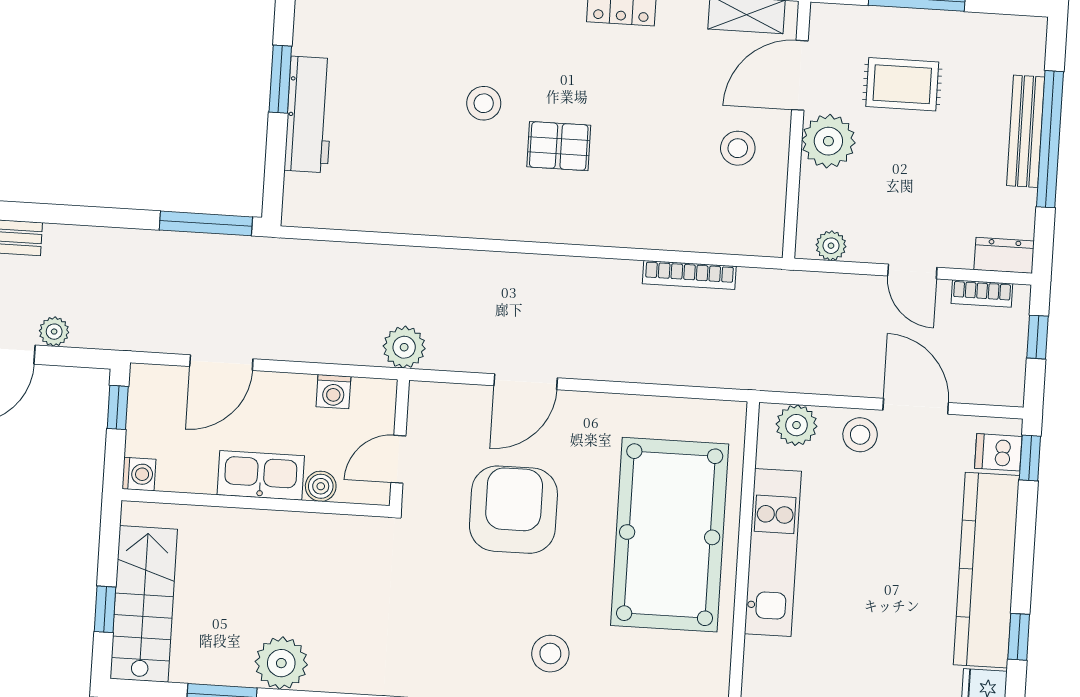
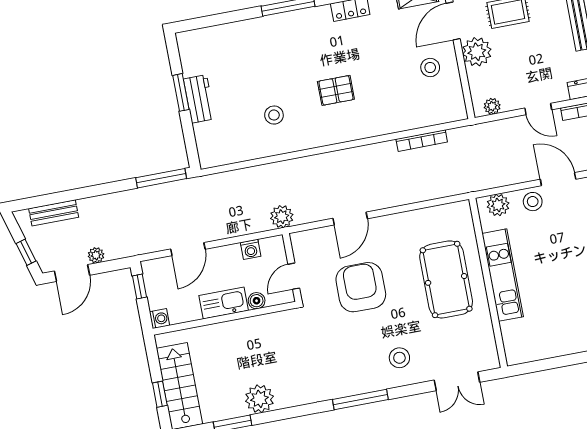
stool: (484, 103) -> (274, 115), moved
workbench: (309, 114) -> (199, 99), width x0.73
pool table: (670, 535) -> (446, 279), width x0.73, depth x0.76

